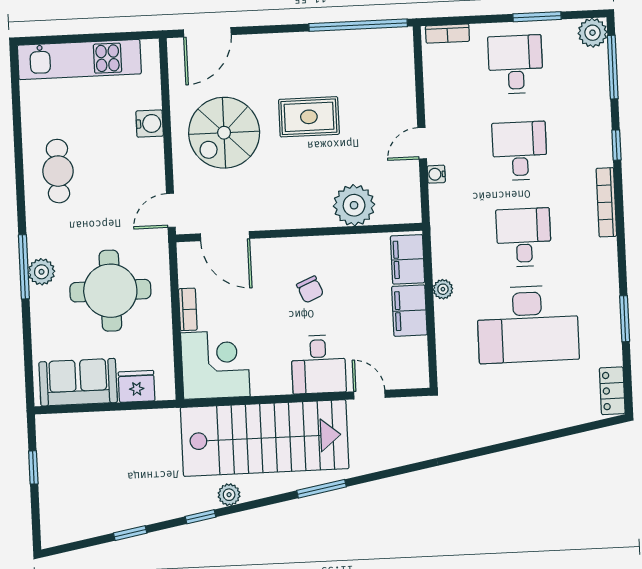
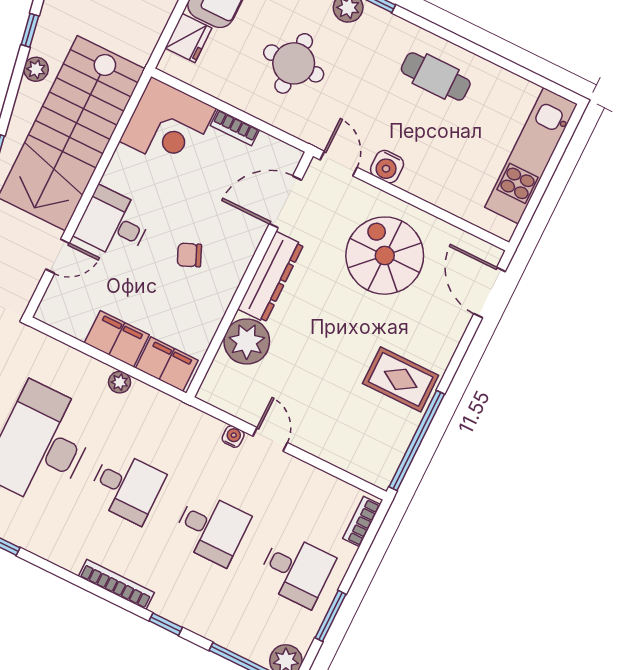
rug: (309, 117) -> (401, 379), moved, turned 90
water cooler: (150, 124) -> (387, 167), moved
dresser: (292, 215) -> (271, 277), added
round table: (110, 291) -> (294, 63), width x0.73, depth x0.73

